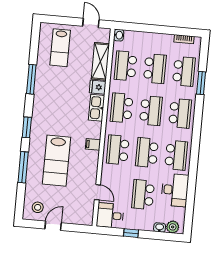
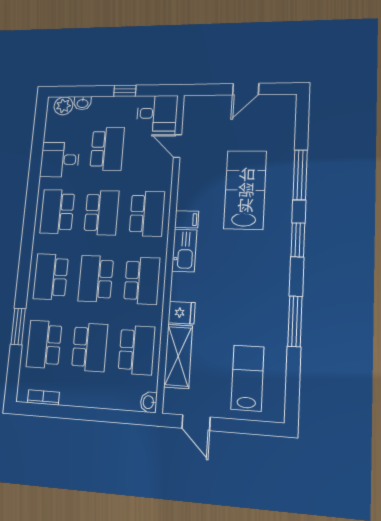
school desk: (155, 69) -> (90, 347), turned 180
kitchen sink: (97, 108) -> (184, 250), moved
desk: (175, 190) -> (60, 160), width x0.73
stool: (38, 207) -> (272, 115), removed

